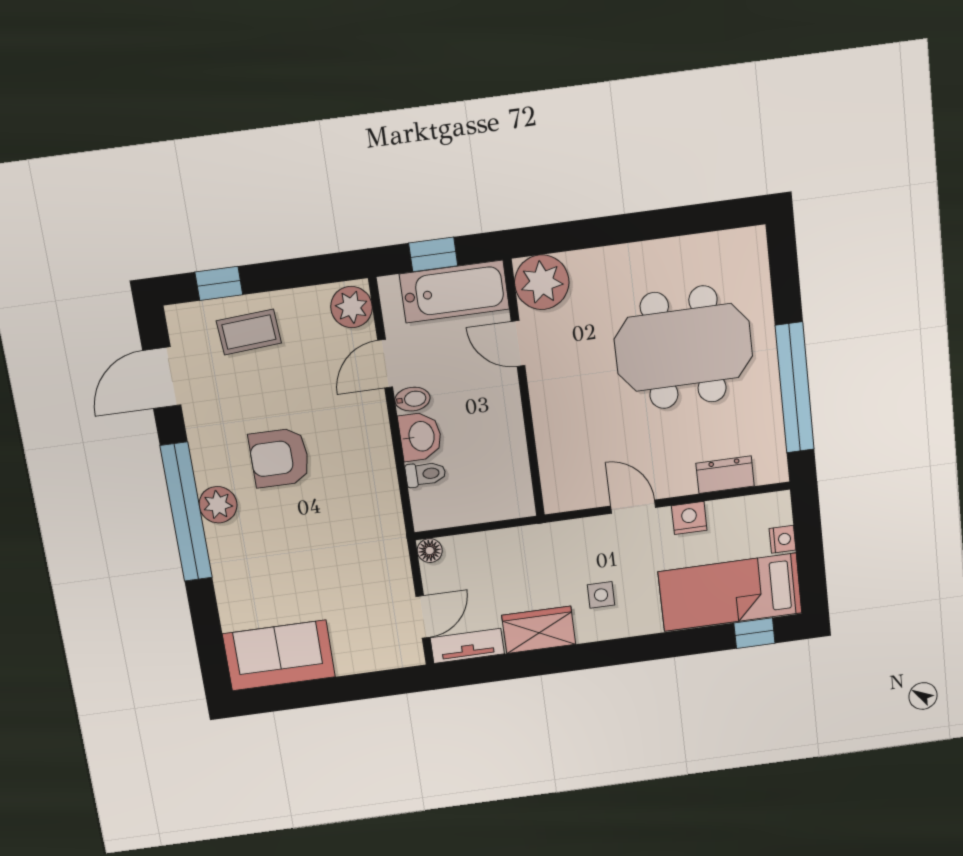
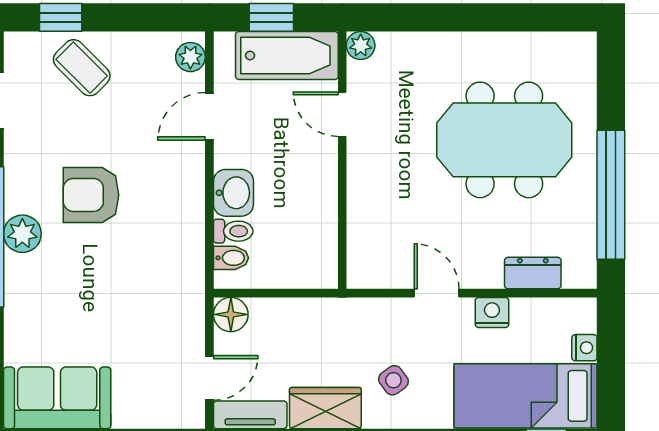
plant: (542, 282) -> (361, 46), width x0.53, depth x0.53
plant: (352, 307) -> (190, 57), width x0.73, depth x0.73
coffee table: (249, 332) -> (82, 68), turned 49
bidet: (412, 399) -> (231, 258), moved
floor lamp: (430, 551) -> (231, 314), width x1.37, depth x1.37
side table: (601, 595) -> (393, 380), turned -36

